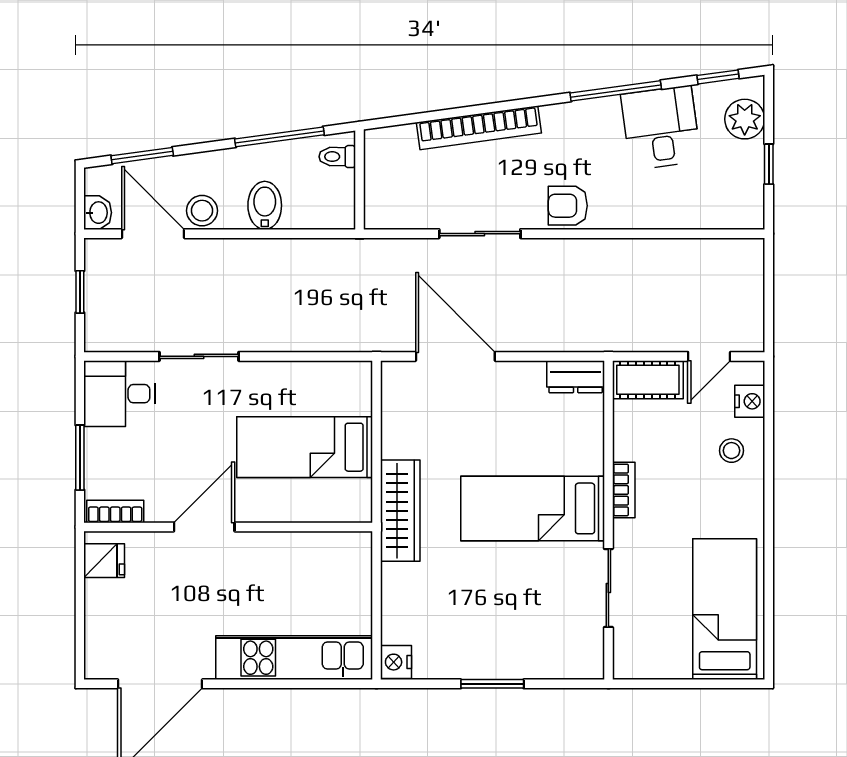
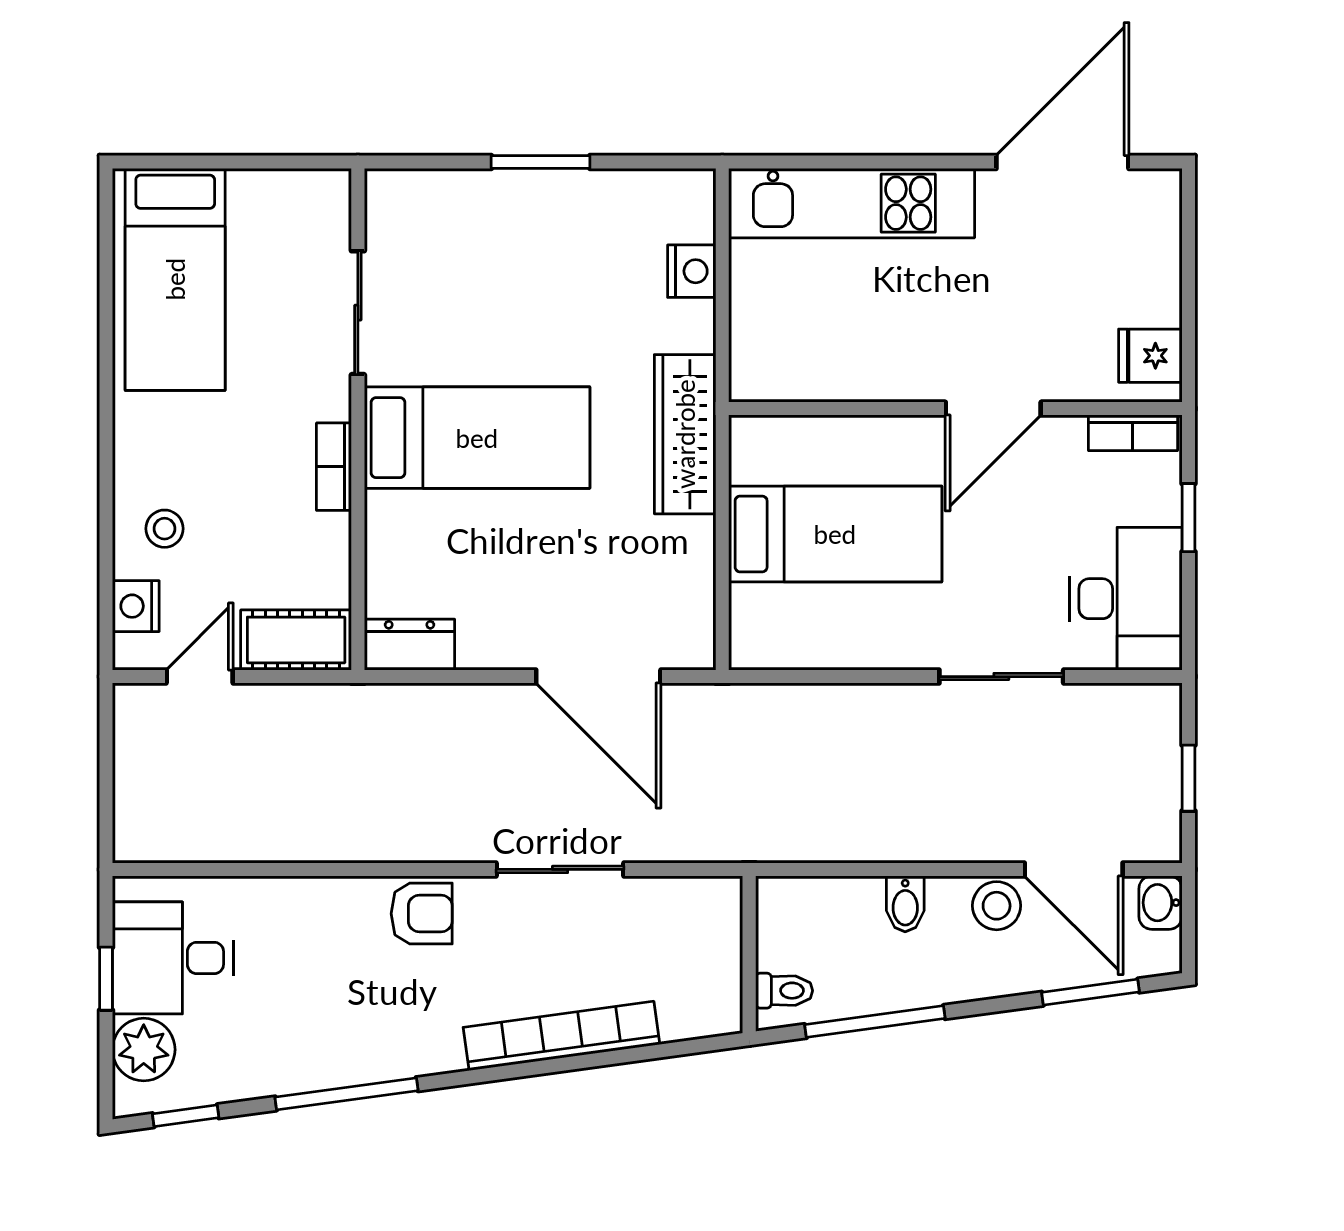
desk: (661, 128) -> (173, 958), moved, turned 98
bidet: (265, 205) -> (905, 904), width x0.72, depth x0.74
desk: (120, 394) -> (1126, 599), width x1.37
window: (80, 458) -> (1189, 518), width x0.67
nightstand: (396, 662) -> (692, 271), moved

